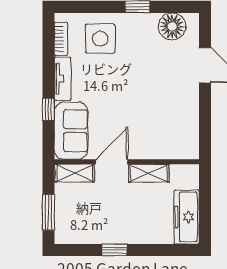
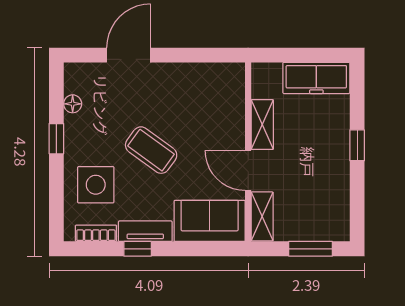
floor lamp: (172, 26) -> (73, 104), width x0.53, depth x0.53
coffee table: (128, 83) -> (151, 150), added
window: (48, 109) -> (138, 249), moved
window: (115, 250) -> (357, 145), moved

